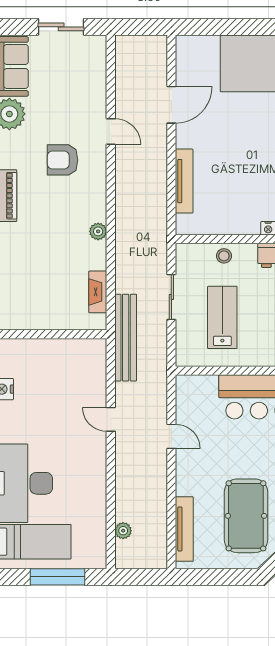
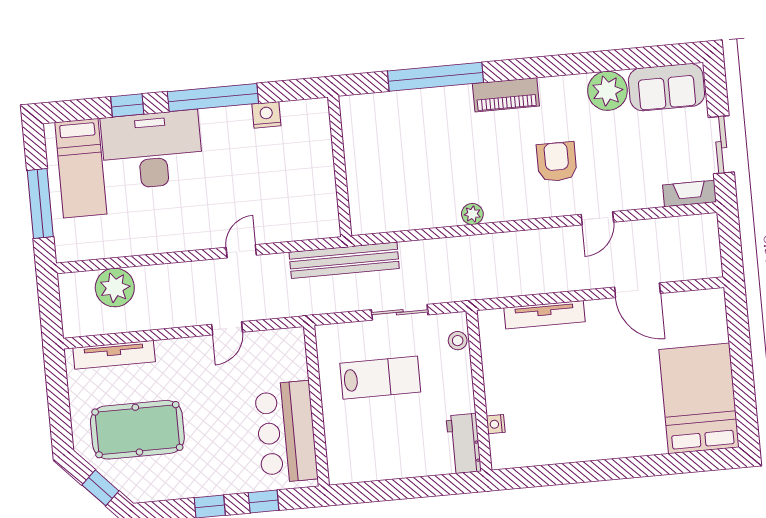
stool: (224, 256) -> (458, 341), moved
fireplace: (98, 292) -> (690, 193), moved
plant: (123, 531) -> (115, 288), width x1.88, depth x1.88

